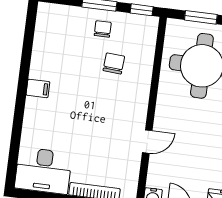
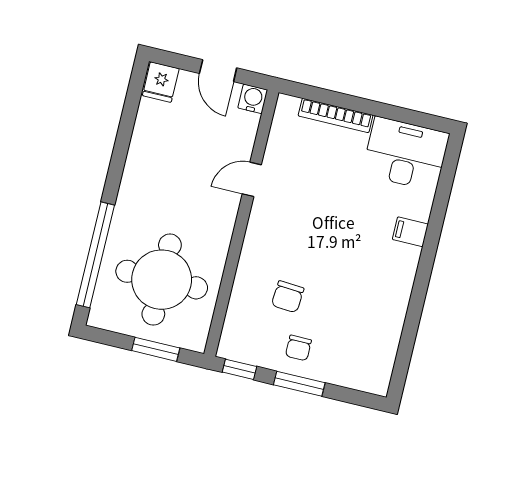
filing cabinet: (38, 88) -> (410, 232), moved

